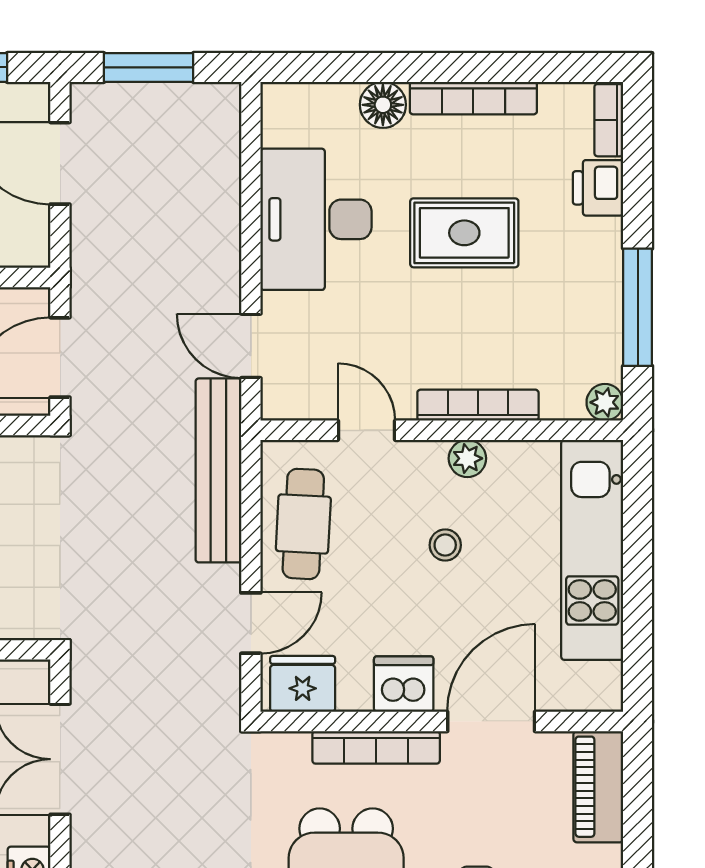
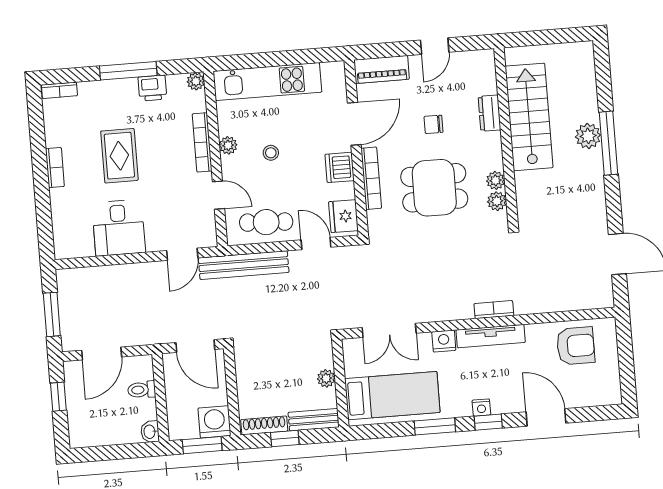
bookcase: (473, 98) -> (55, 168), width x0.64
floor lamp: (383, 105) -> (61, 200), removed
printer: (598, 188) -> (152, 88), moved
desk: (316, 219) -> (119, 228), width x0.73
window: (638, 307) -> (128, 71), moved
door: (367, 430) -> (218, 195), swing flipped
door: (491, 721) -> (354, 124), swing flipped

